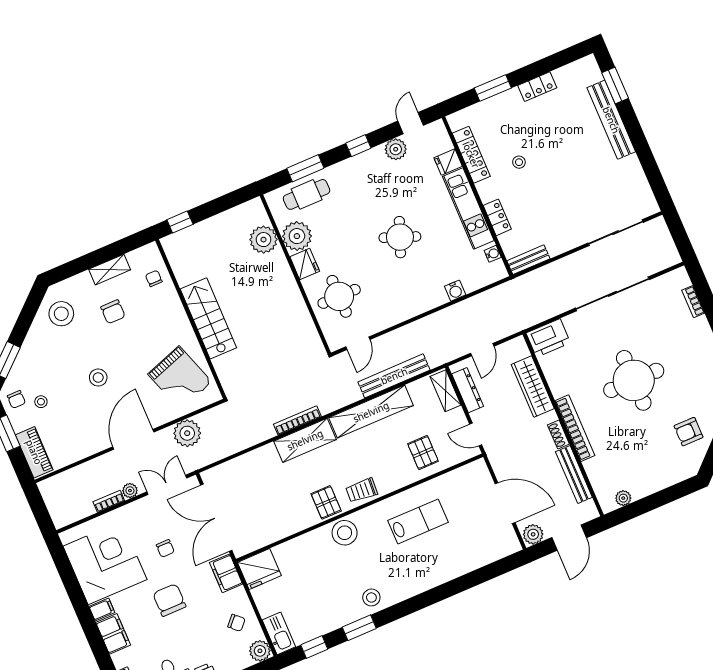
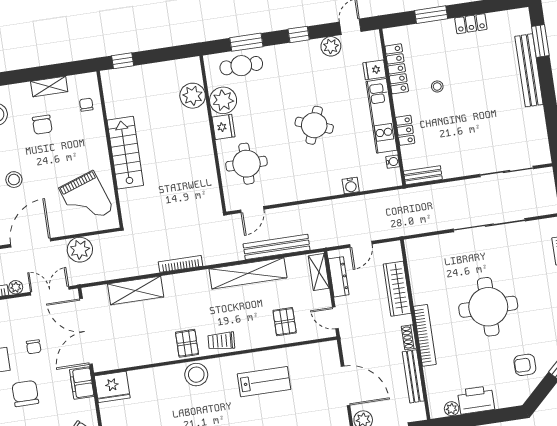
printer: (548, 338) -> (476, 400), moved, turned 180
shelving: (305, 440) -> (136, 290), moved

